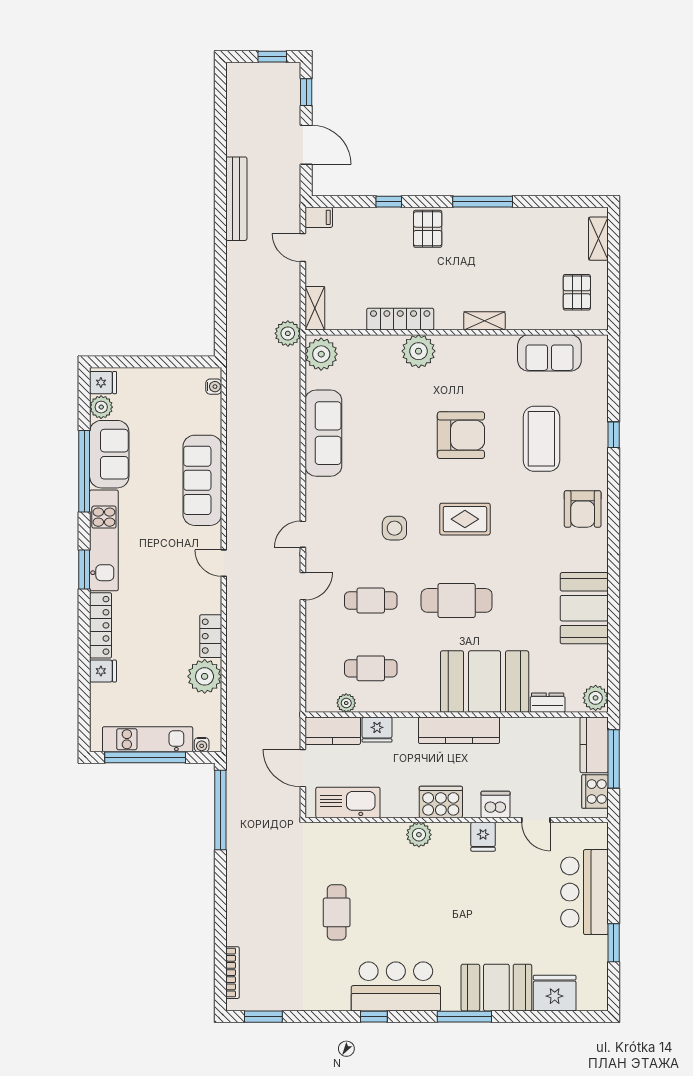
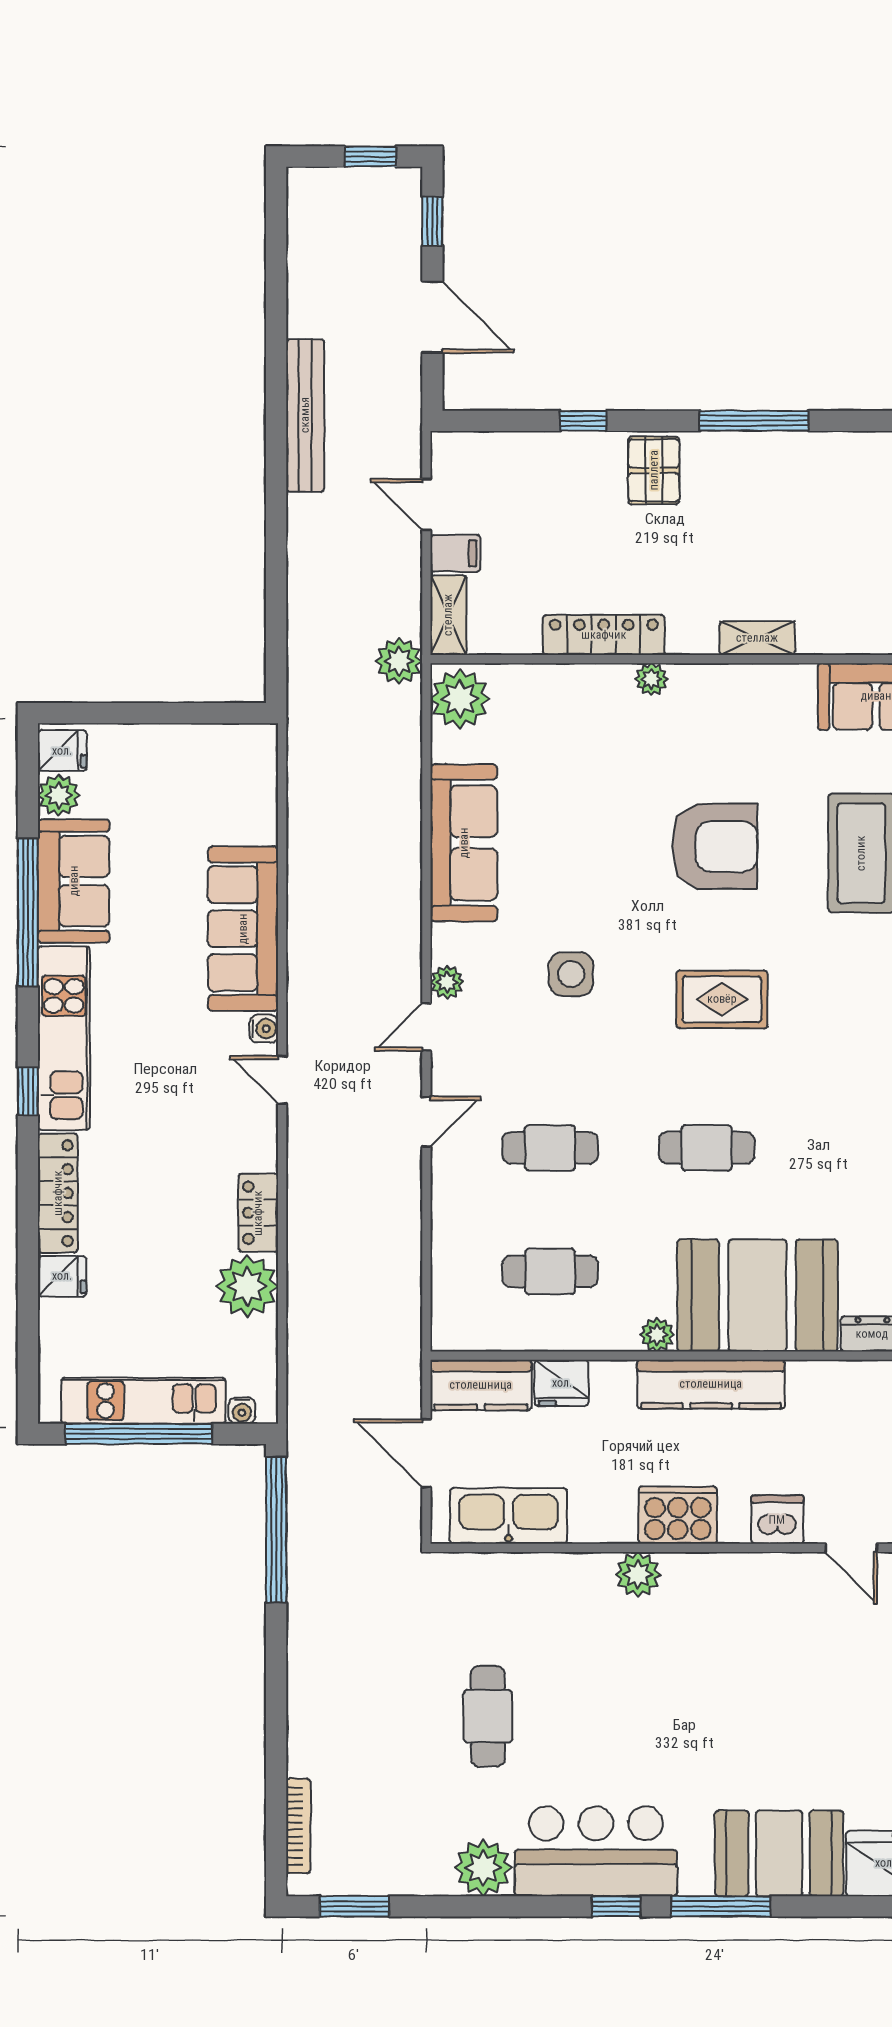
filing cabinet: (319, 217) -> (455, 553), moved
plant: (419, 351) -> (651, 679), width x0.53, depth x0.53
water cooler: (214, 387) -> (264, 1029), moved
plant: (314, 510) -> (447, 982), added
side table: (394, 528) -> (571, 974), moved
window: (84, 570) -> (28, 1091), width x0.67
cafe table: (457, 600) -> (707, 1148), width x0.73, depth x0.74
plant: (346, 703) -> (657, 1335), moved
fridge: (483, 837) -> (755, 1578), removed
plant: (334, 996) -> (483, 1868), added
window: (374, 1017) -> (616, 1906), moved

